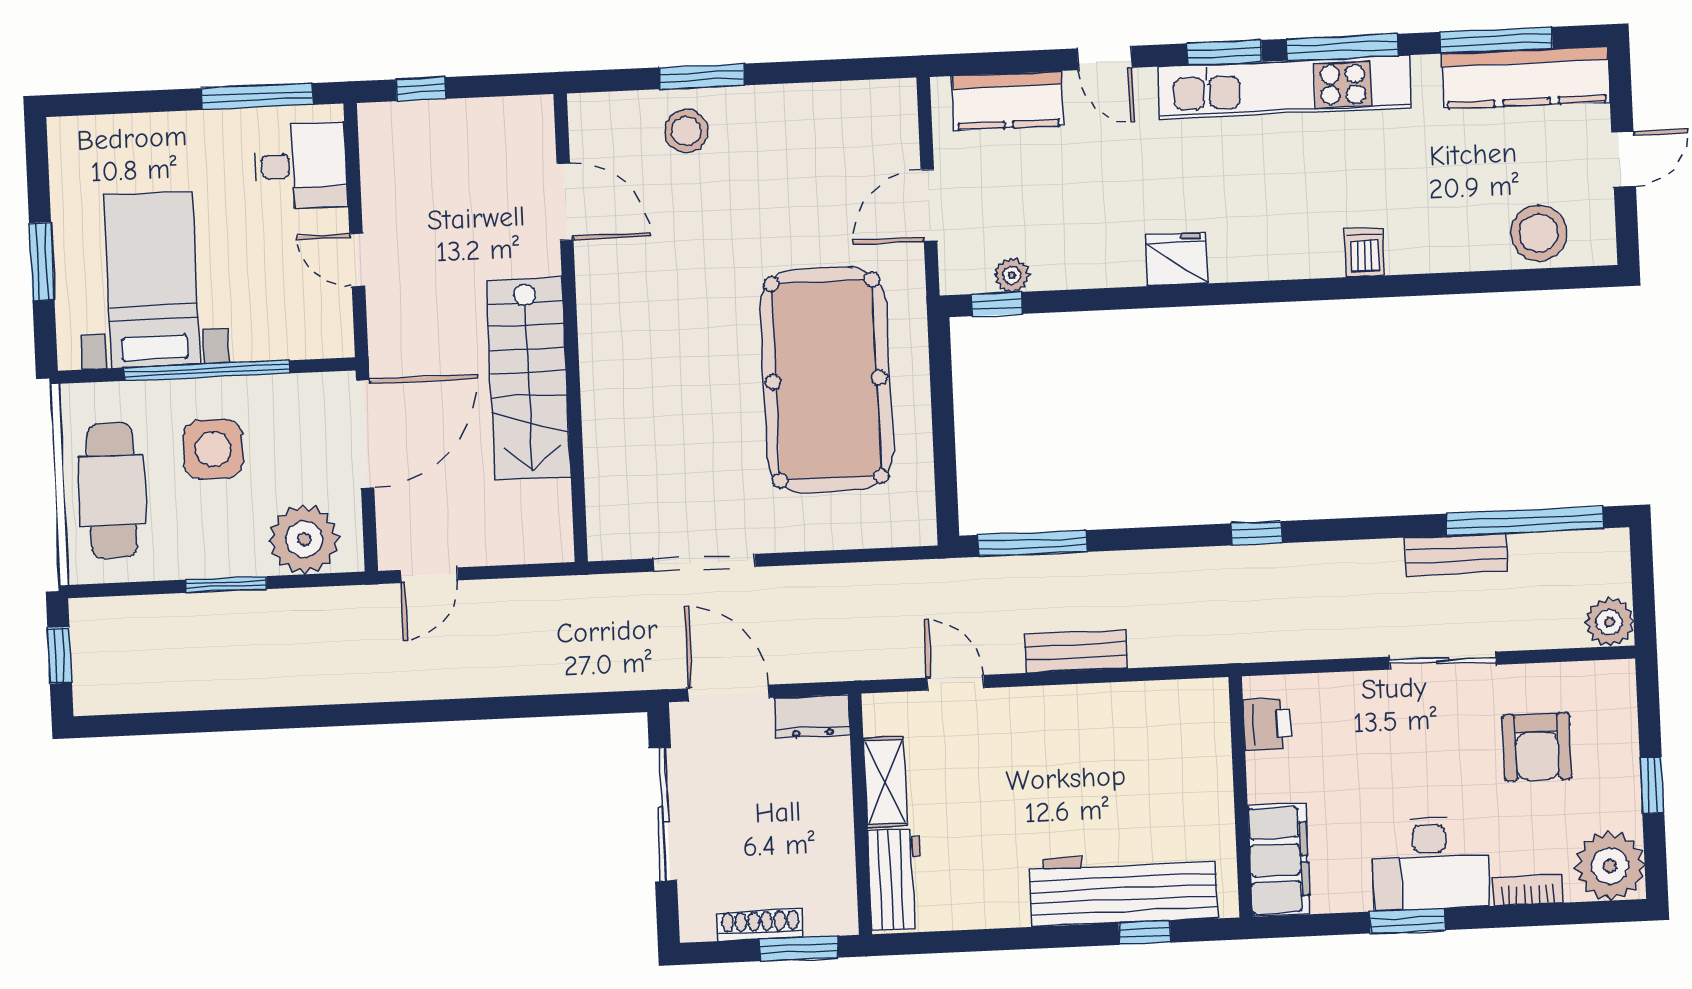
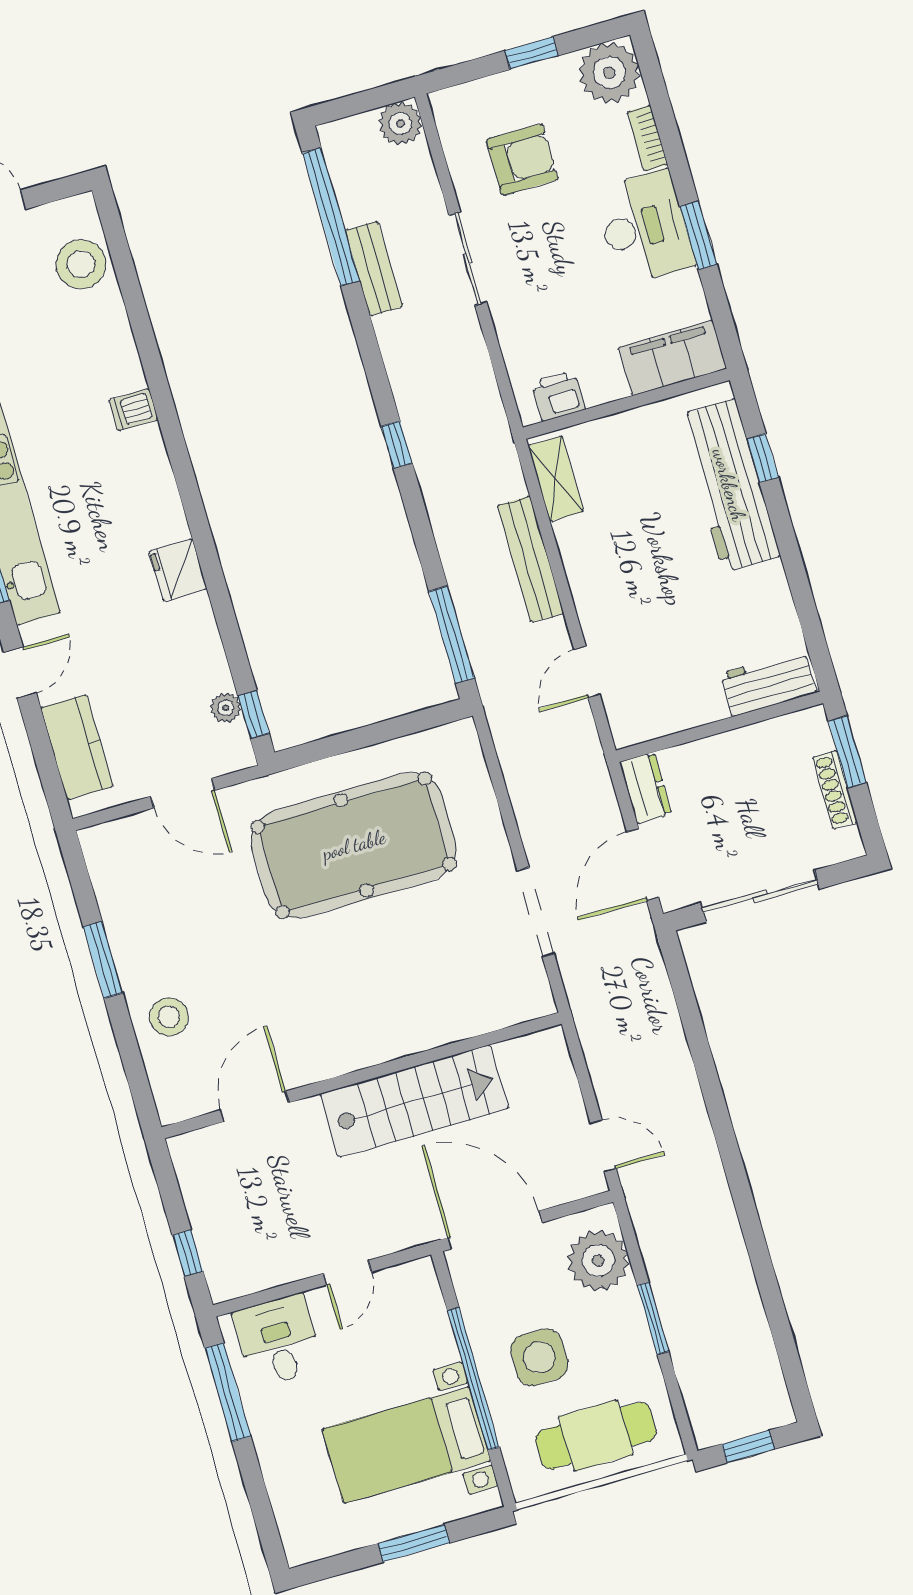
window: (702, 76) -> (103, 960), moved
bench: (1076, 651) -> (531, 559), width x1.36
shelving: (885, 782) -> (556, 479), moved, turned 90

